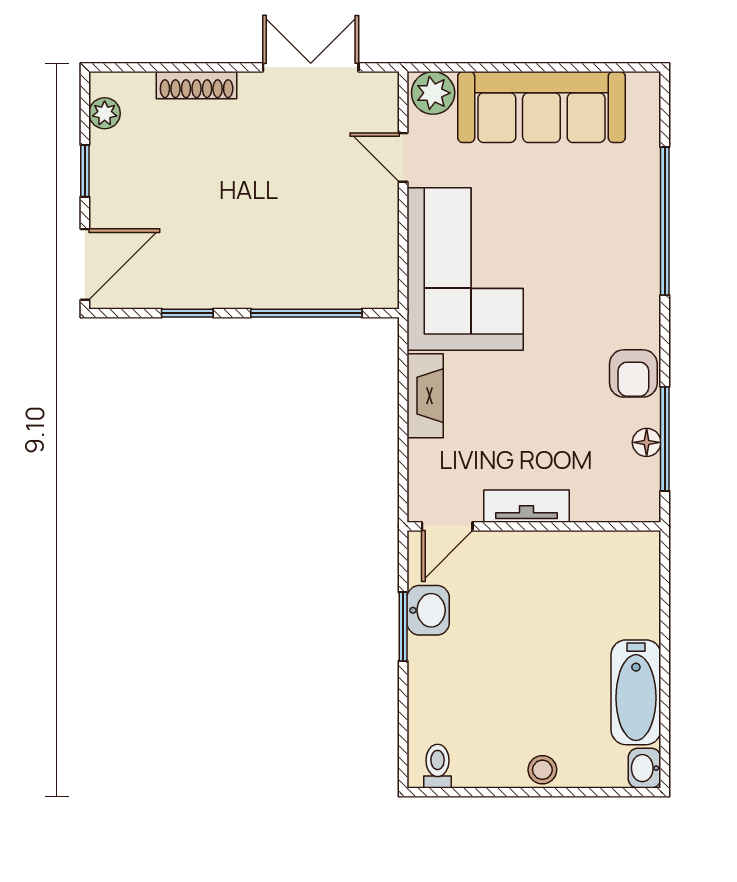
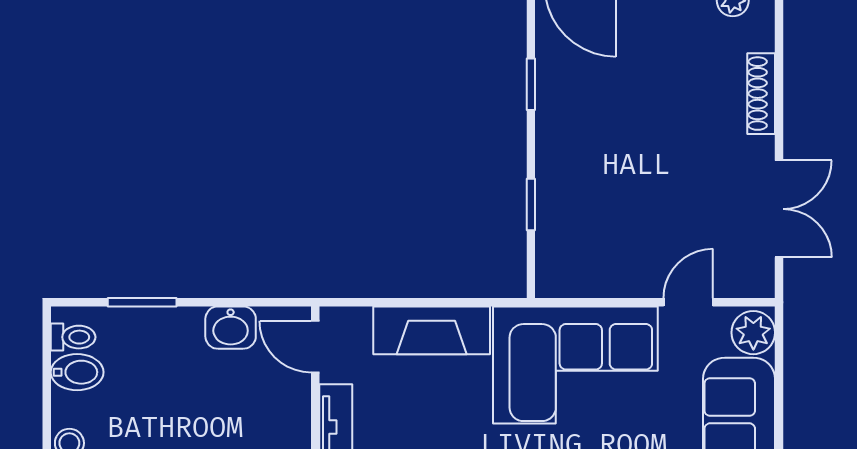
window: (306, 313) -> (531, 205), width x0.46
fireplace: (425, 396) -> (432, 330), width x1.37, depth x1.32
window: (403, 627) -> (142, 302), moved
bidet: (472, 762) -> (77, 372), added

